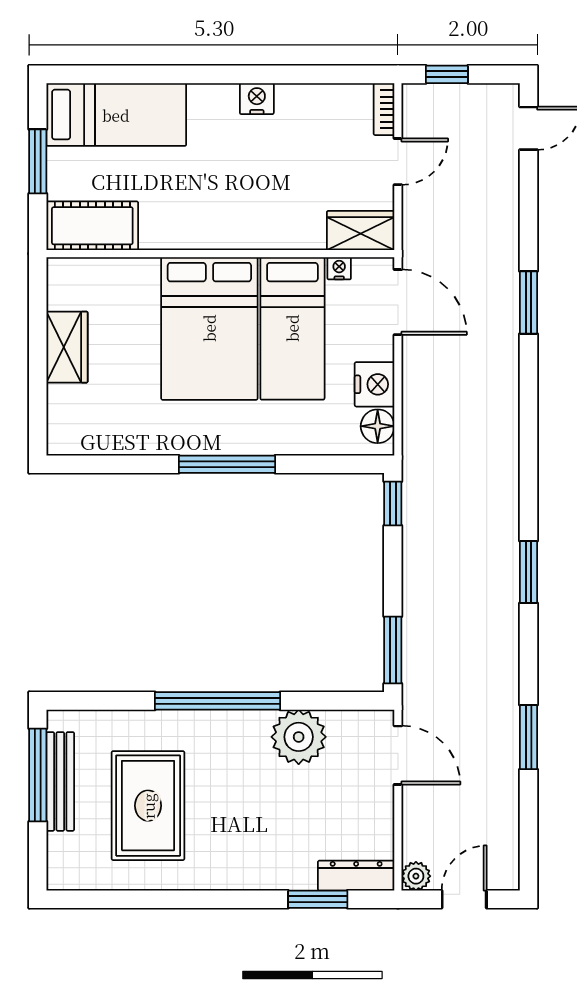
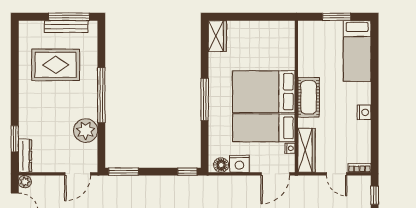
cot: (92, 226) -> (309, 97), moved
wardrobe: (361, 231) -> (306, 150), width x1.50
wardrobe: (67, 347) -> (217, 36), moved, turned -90

